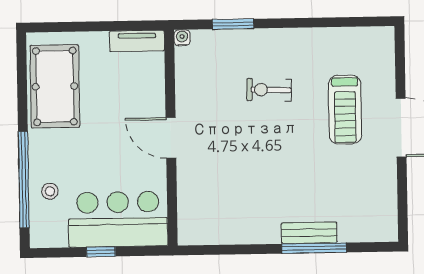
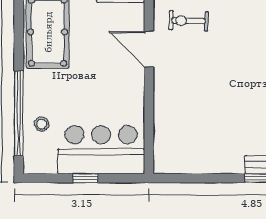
exercise bike: (269, 90) -> (189, 21), moved
door: (171, 138) -> (149, 49), moved

